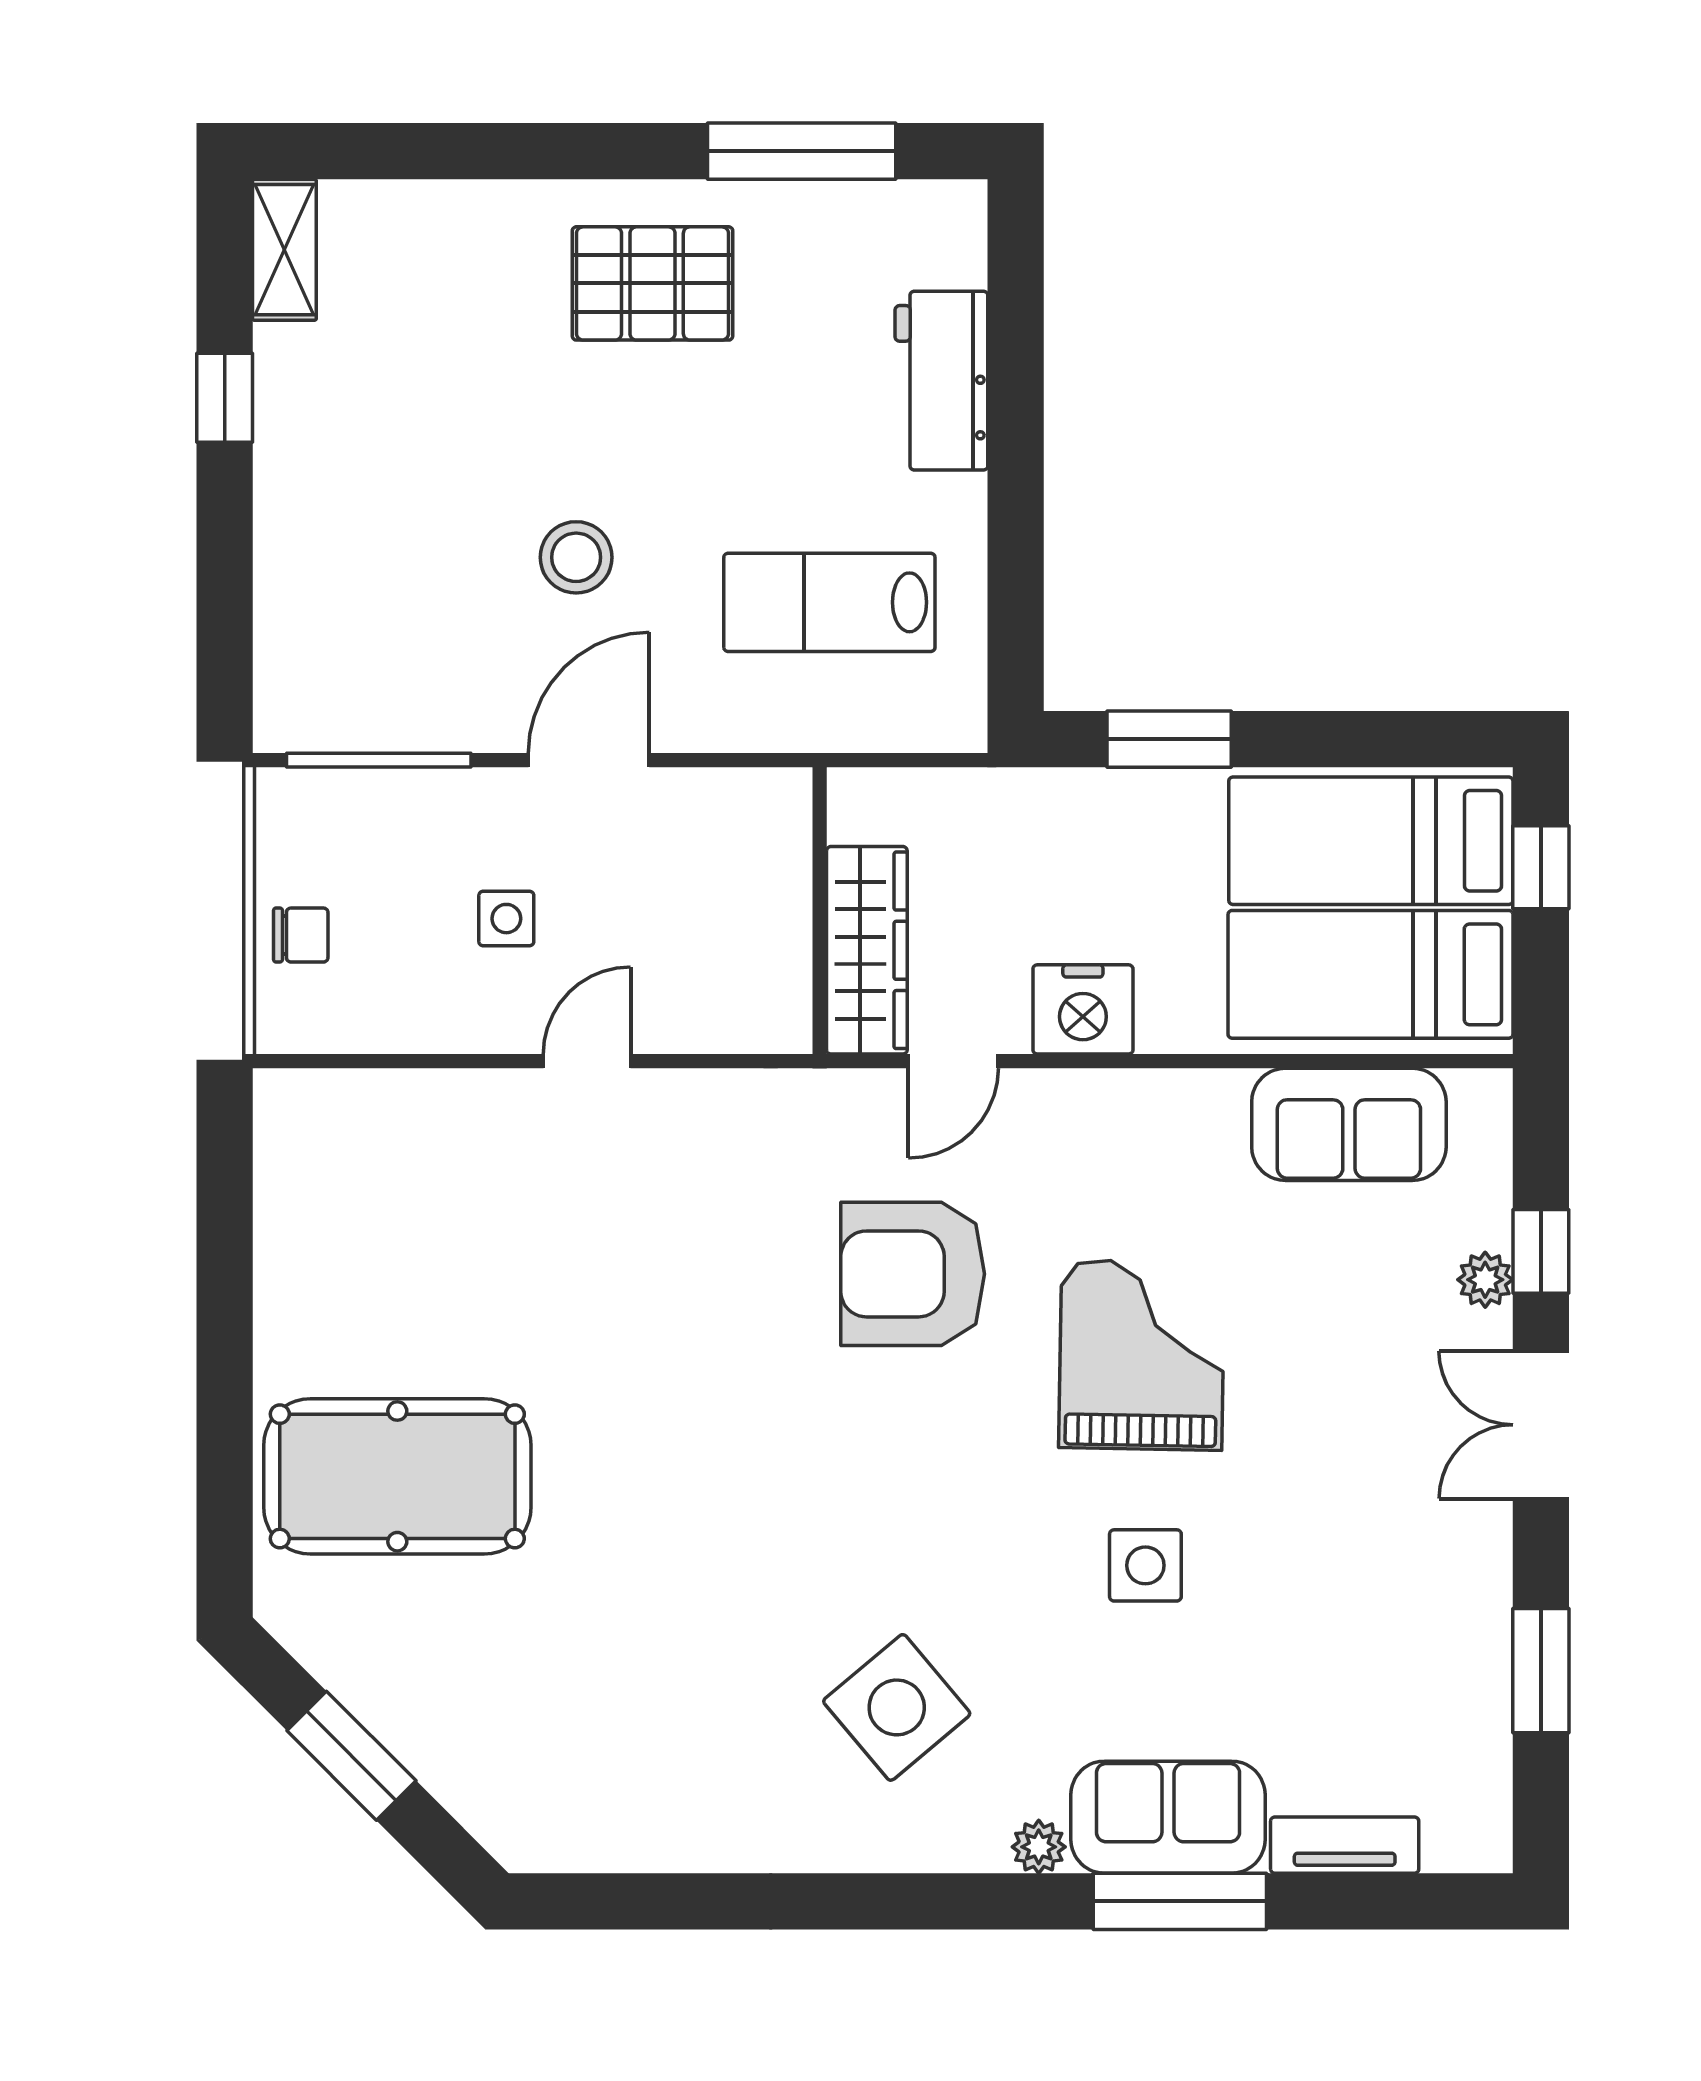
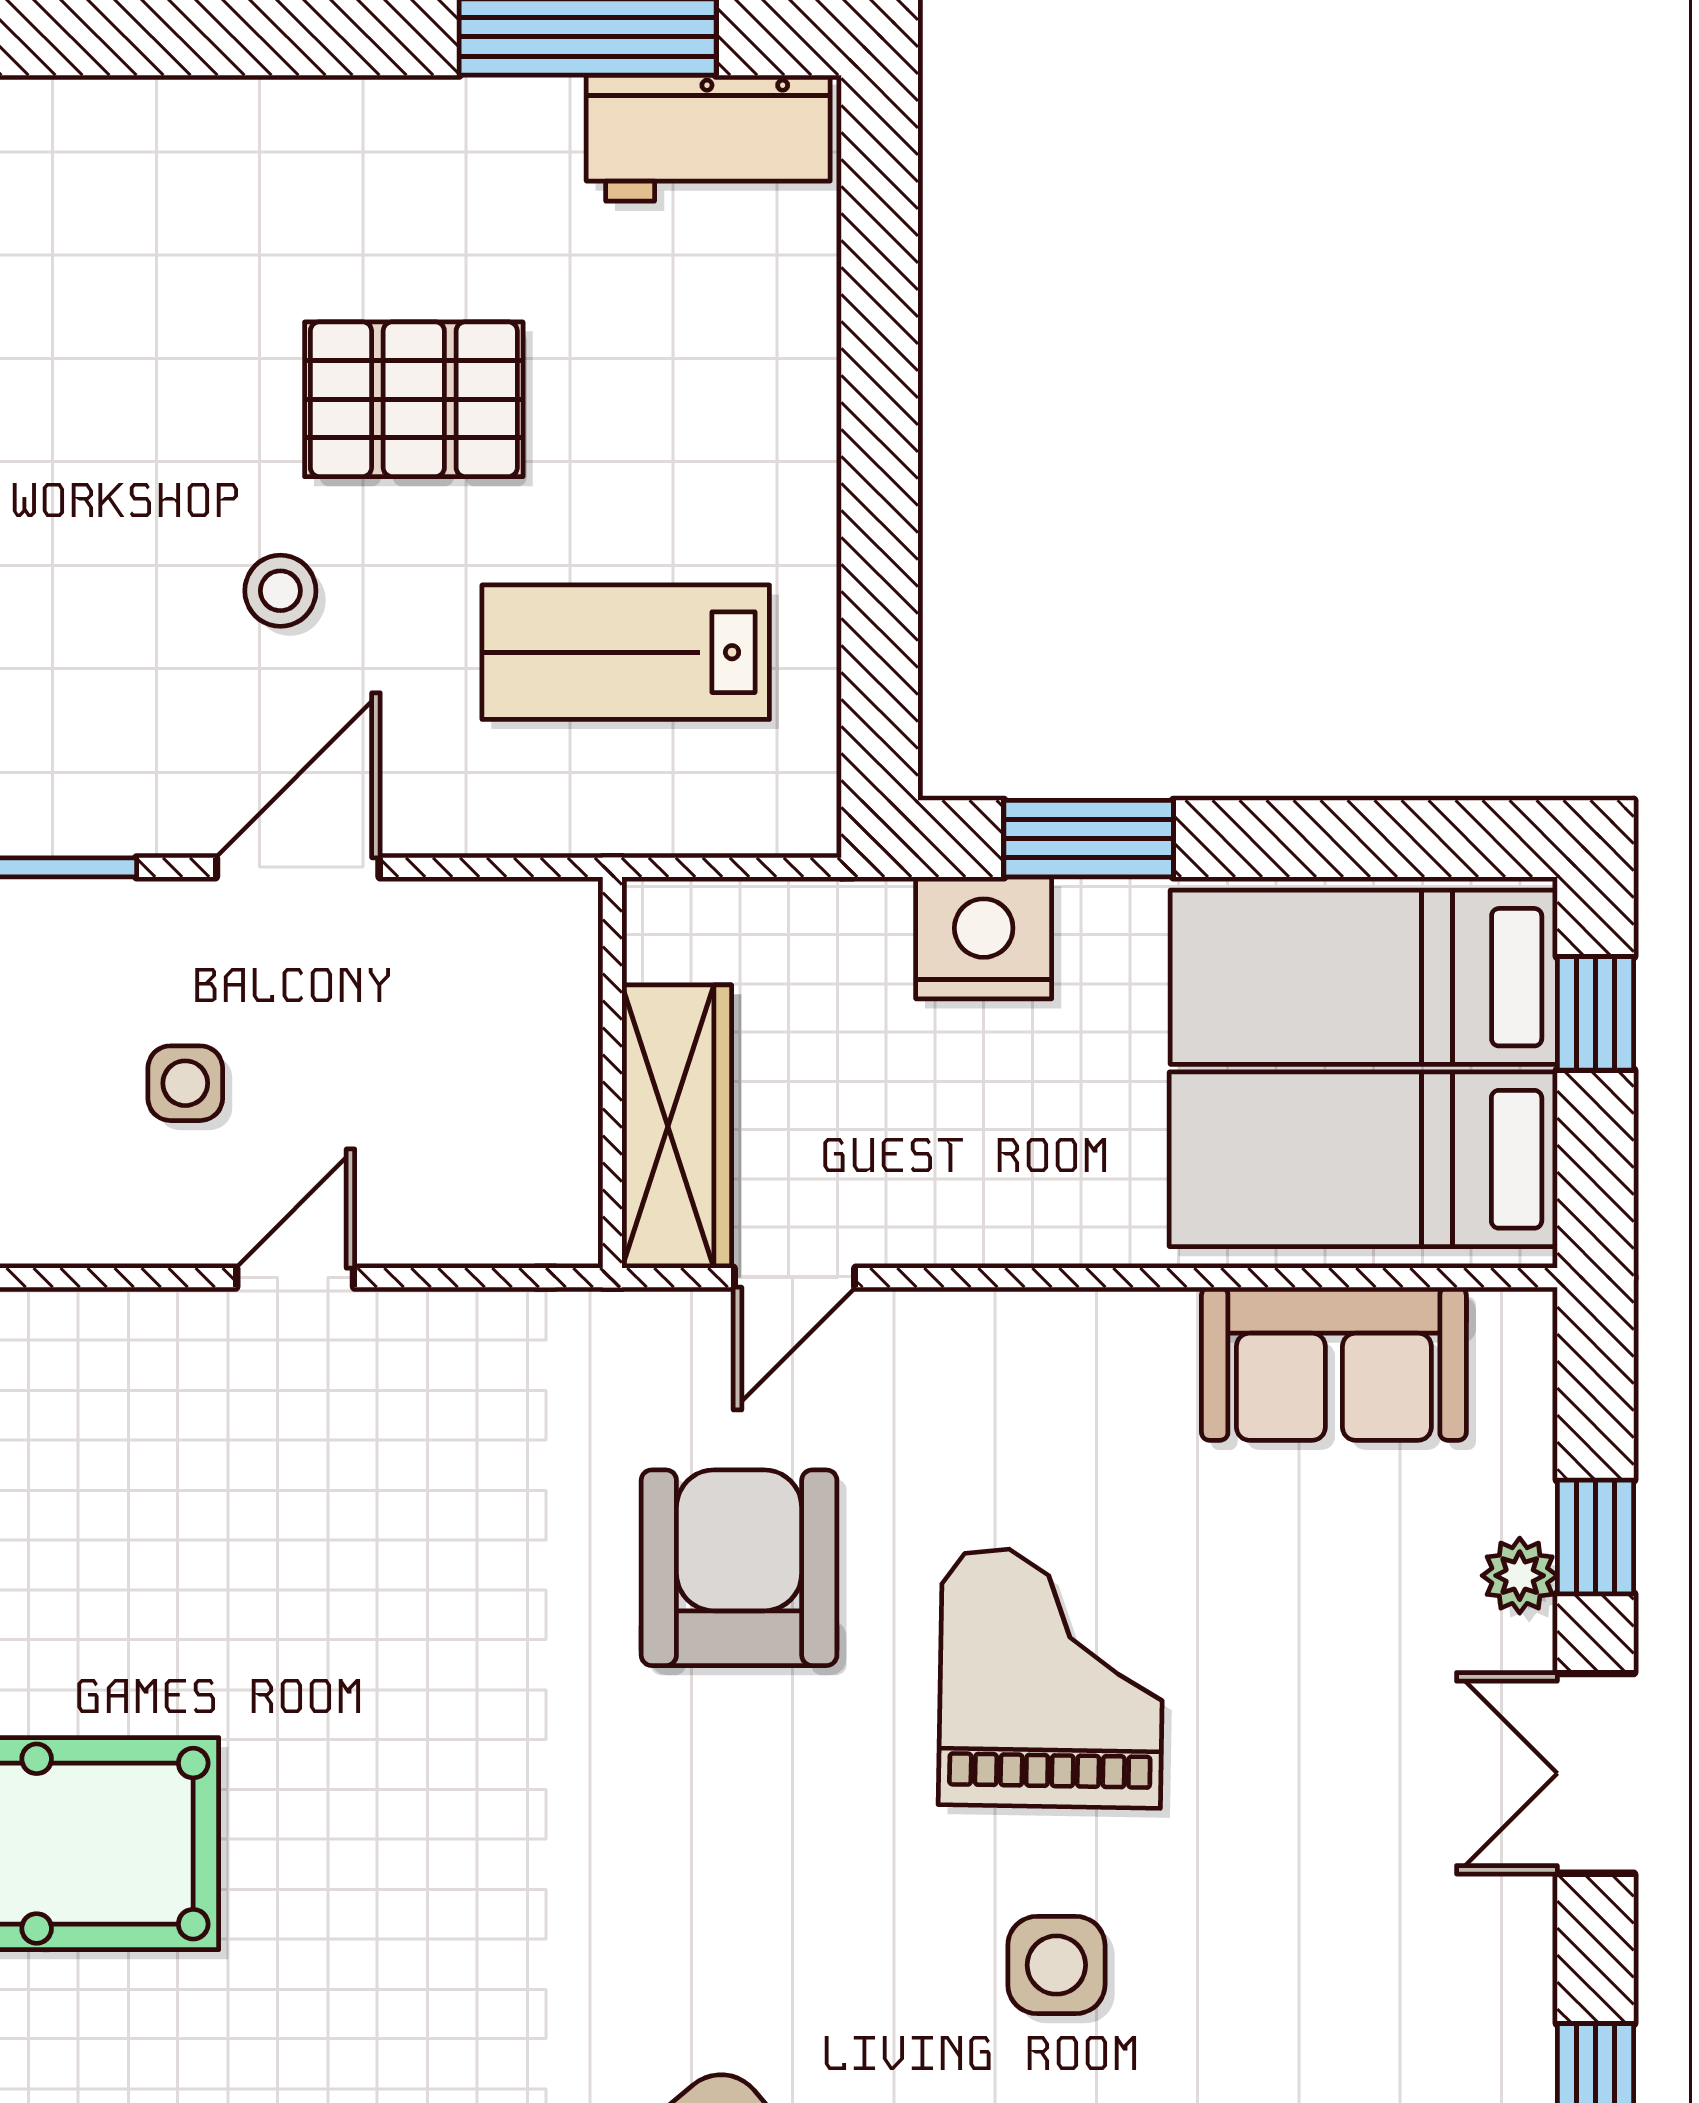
pallet: (652, 283) -> (414, 399), moved
workbench: (941, 381) -> (708, 138), moved, turned -90
stool: (576, 557) -> (280, 591), width x0.73, depth x0.73
nightstand: (1083, 1009) -> (984, 938), moved, turned 180
armchair: (913, 1274) -> (739, 1568), turned 90

